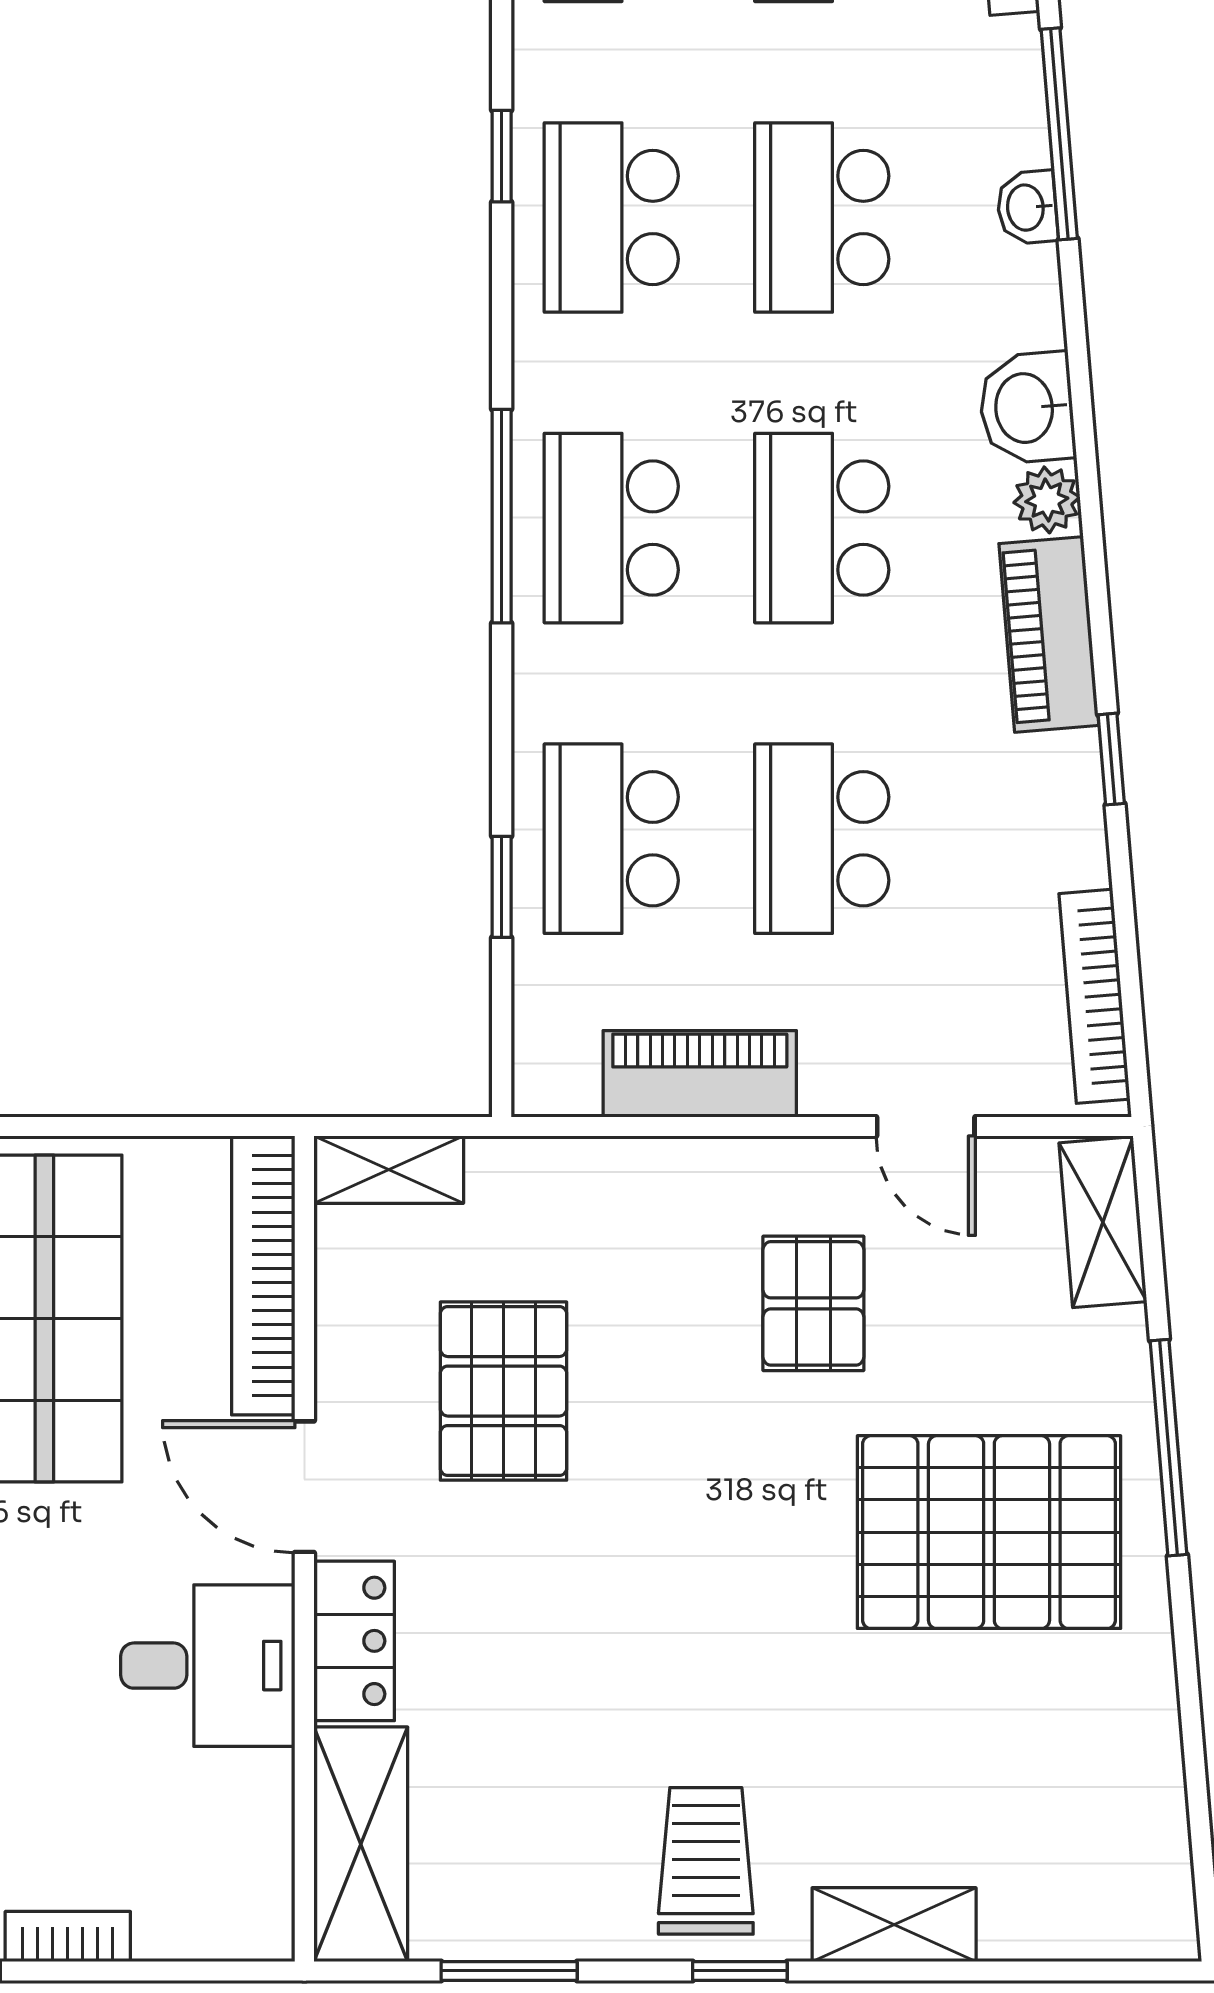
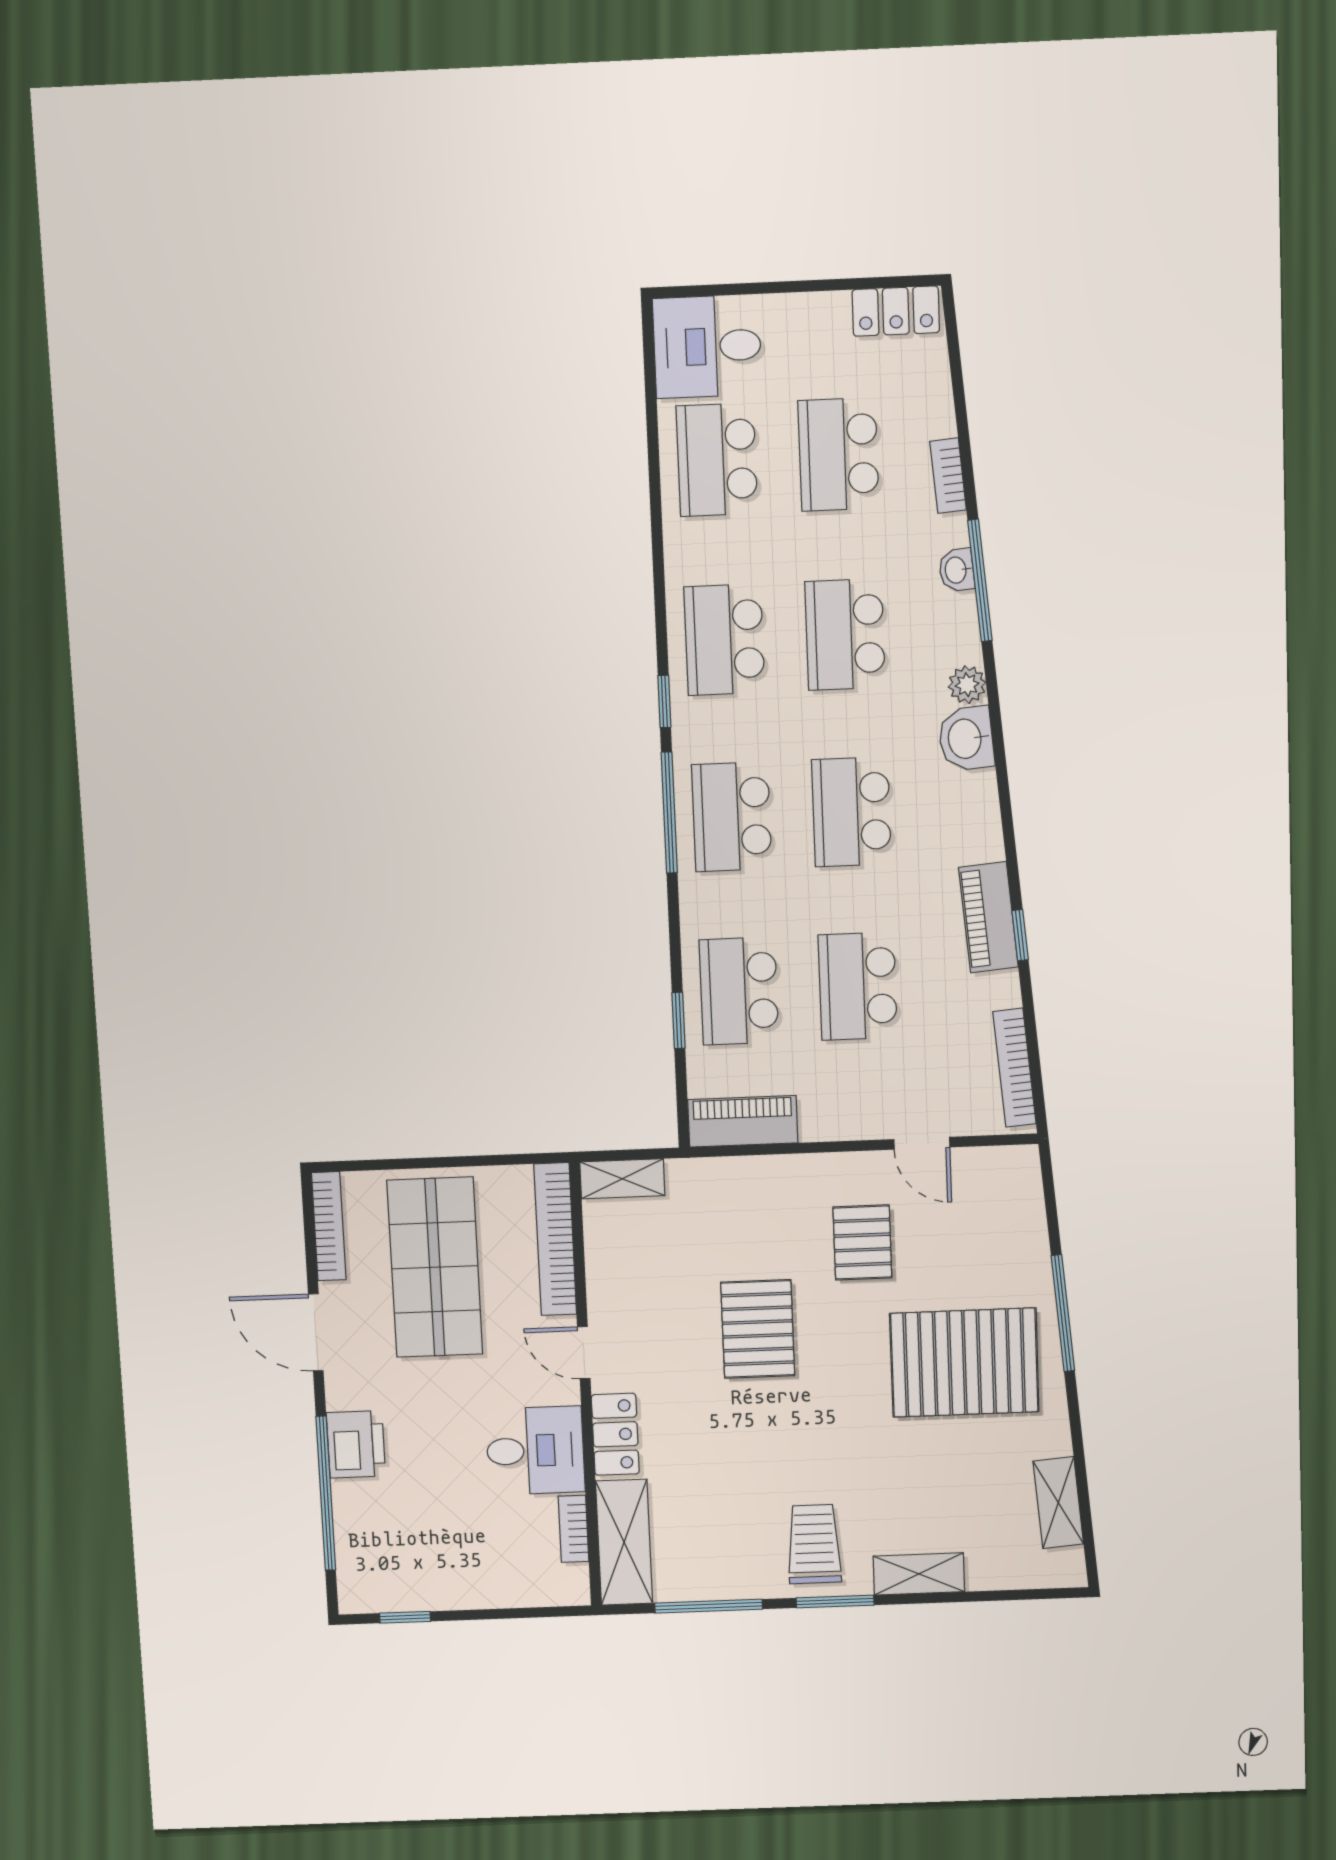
window: (502, 156) -> (664, 701), moved
washbasin: (1027, 207) -> (957, 570), moved
plant: (1047, 500) -> (967, 685), moved
piano: (1049, 634) -> (988, 917), moved
piano: (700, 1074) -> (743, 1121), moved
shelving: (1103, 1222) -> (1058, 1503), moved
pallet: (504, 1391) -> (758, 1329), moved
door: (304, 1487) -> (584, 1353), width x0.73
bookcase: (68, 1936) -> (573, 1529), moved, turned -90
window: (509, 1971) -> (709, 1606), width x1.44
window: (740, 1971) -> (835, 1601), width x1.50

